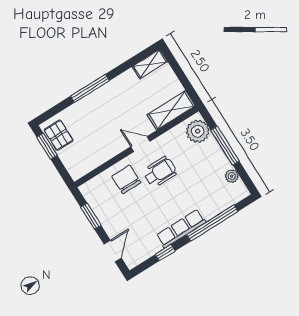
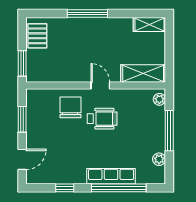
plant: (198, 131) -> (159, 99), width x0.53, depth x0.53
window: (47, 146) -> (22, 63), moved
row of seats: (181, 229) -> (111, 176), moved

